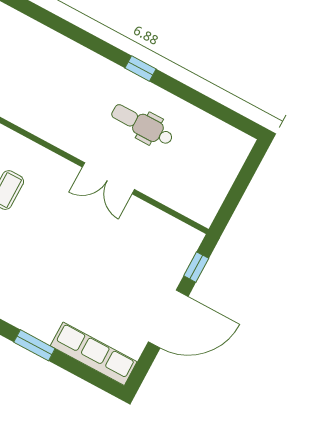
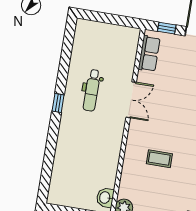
row of seats: (167, 228) -> (149, 54), added

